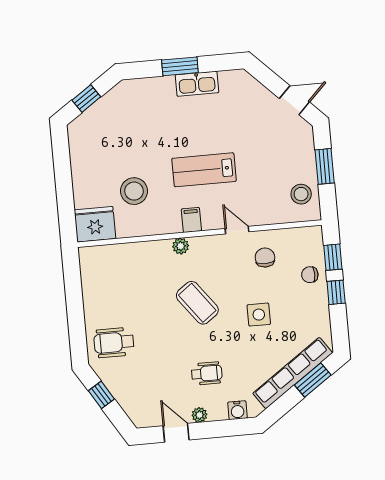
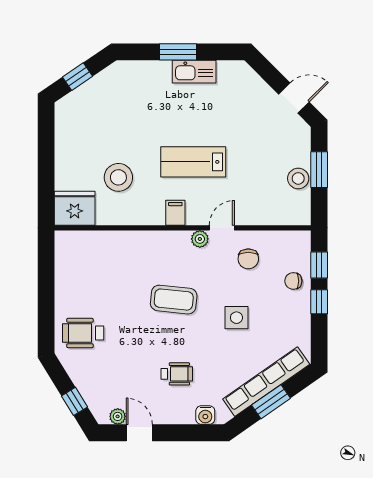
stool: (301, 194) -> (298, 178), moved
door: (237, 230) -> (222, 228), hinge flipped
plant: (181, 246) -> (200, 239), moved
chair: (265, 258) -> (248, 259), turned 180
coffee table: (197, 303) -> (174, 300), turned -47
window: (313, 380) -> (271, 402), moved
window: (101, 395) -> (75, 401), moved
plant: (199, 415) -> (118, 416), moved

